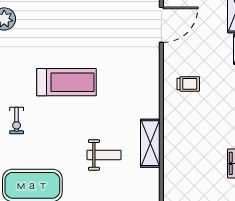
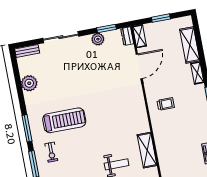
treadmill: (66, 82) -> (64, 120), moved

